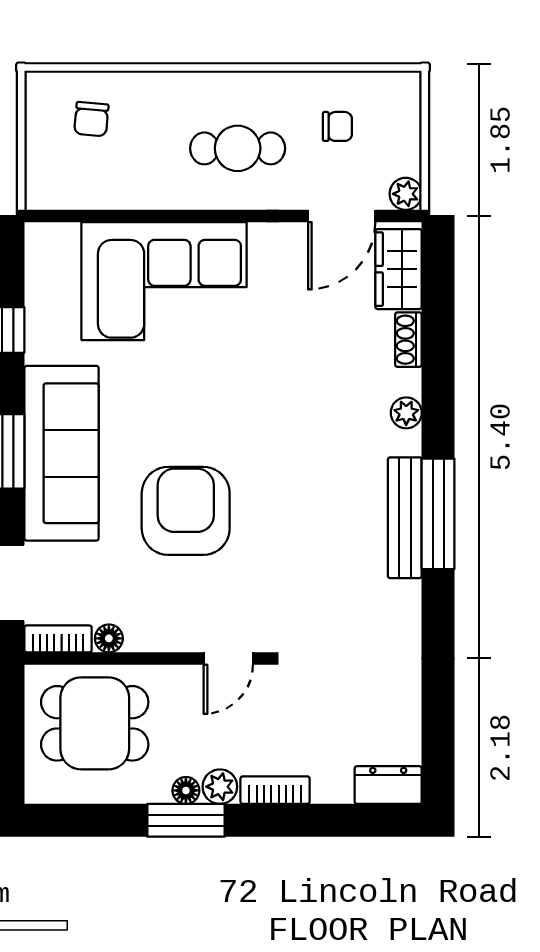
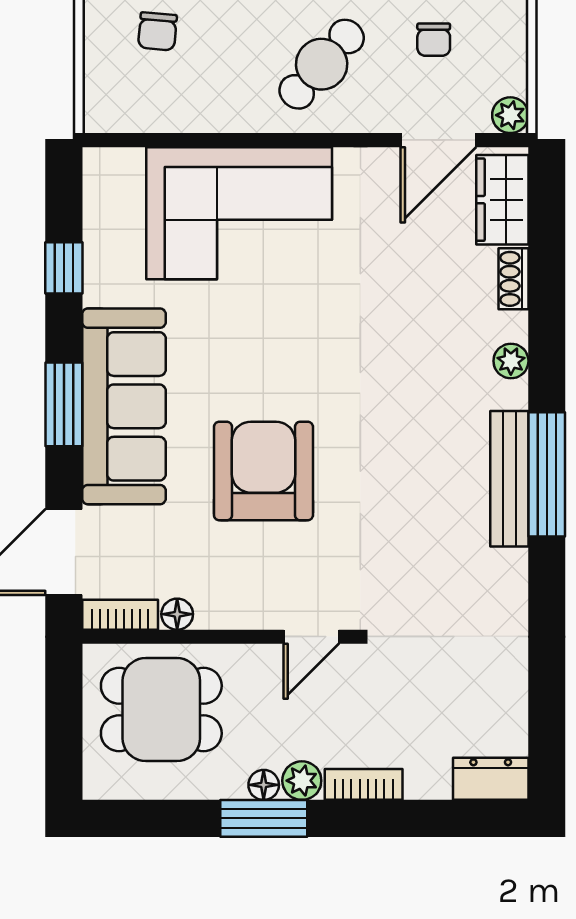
chair: (337, 126) -> (434, 40), turned 90
cafe table: (238, 148) -> (322, 64), turned -48

